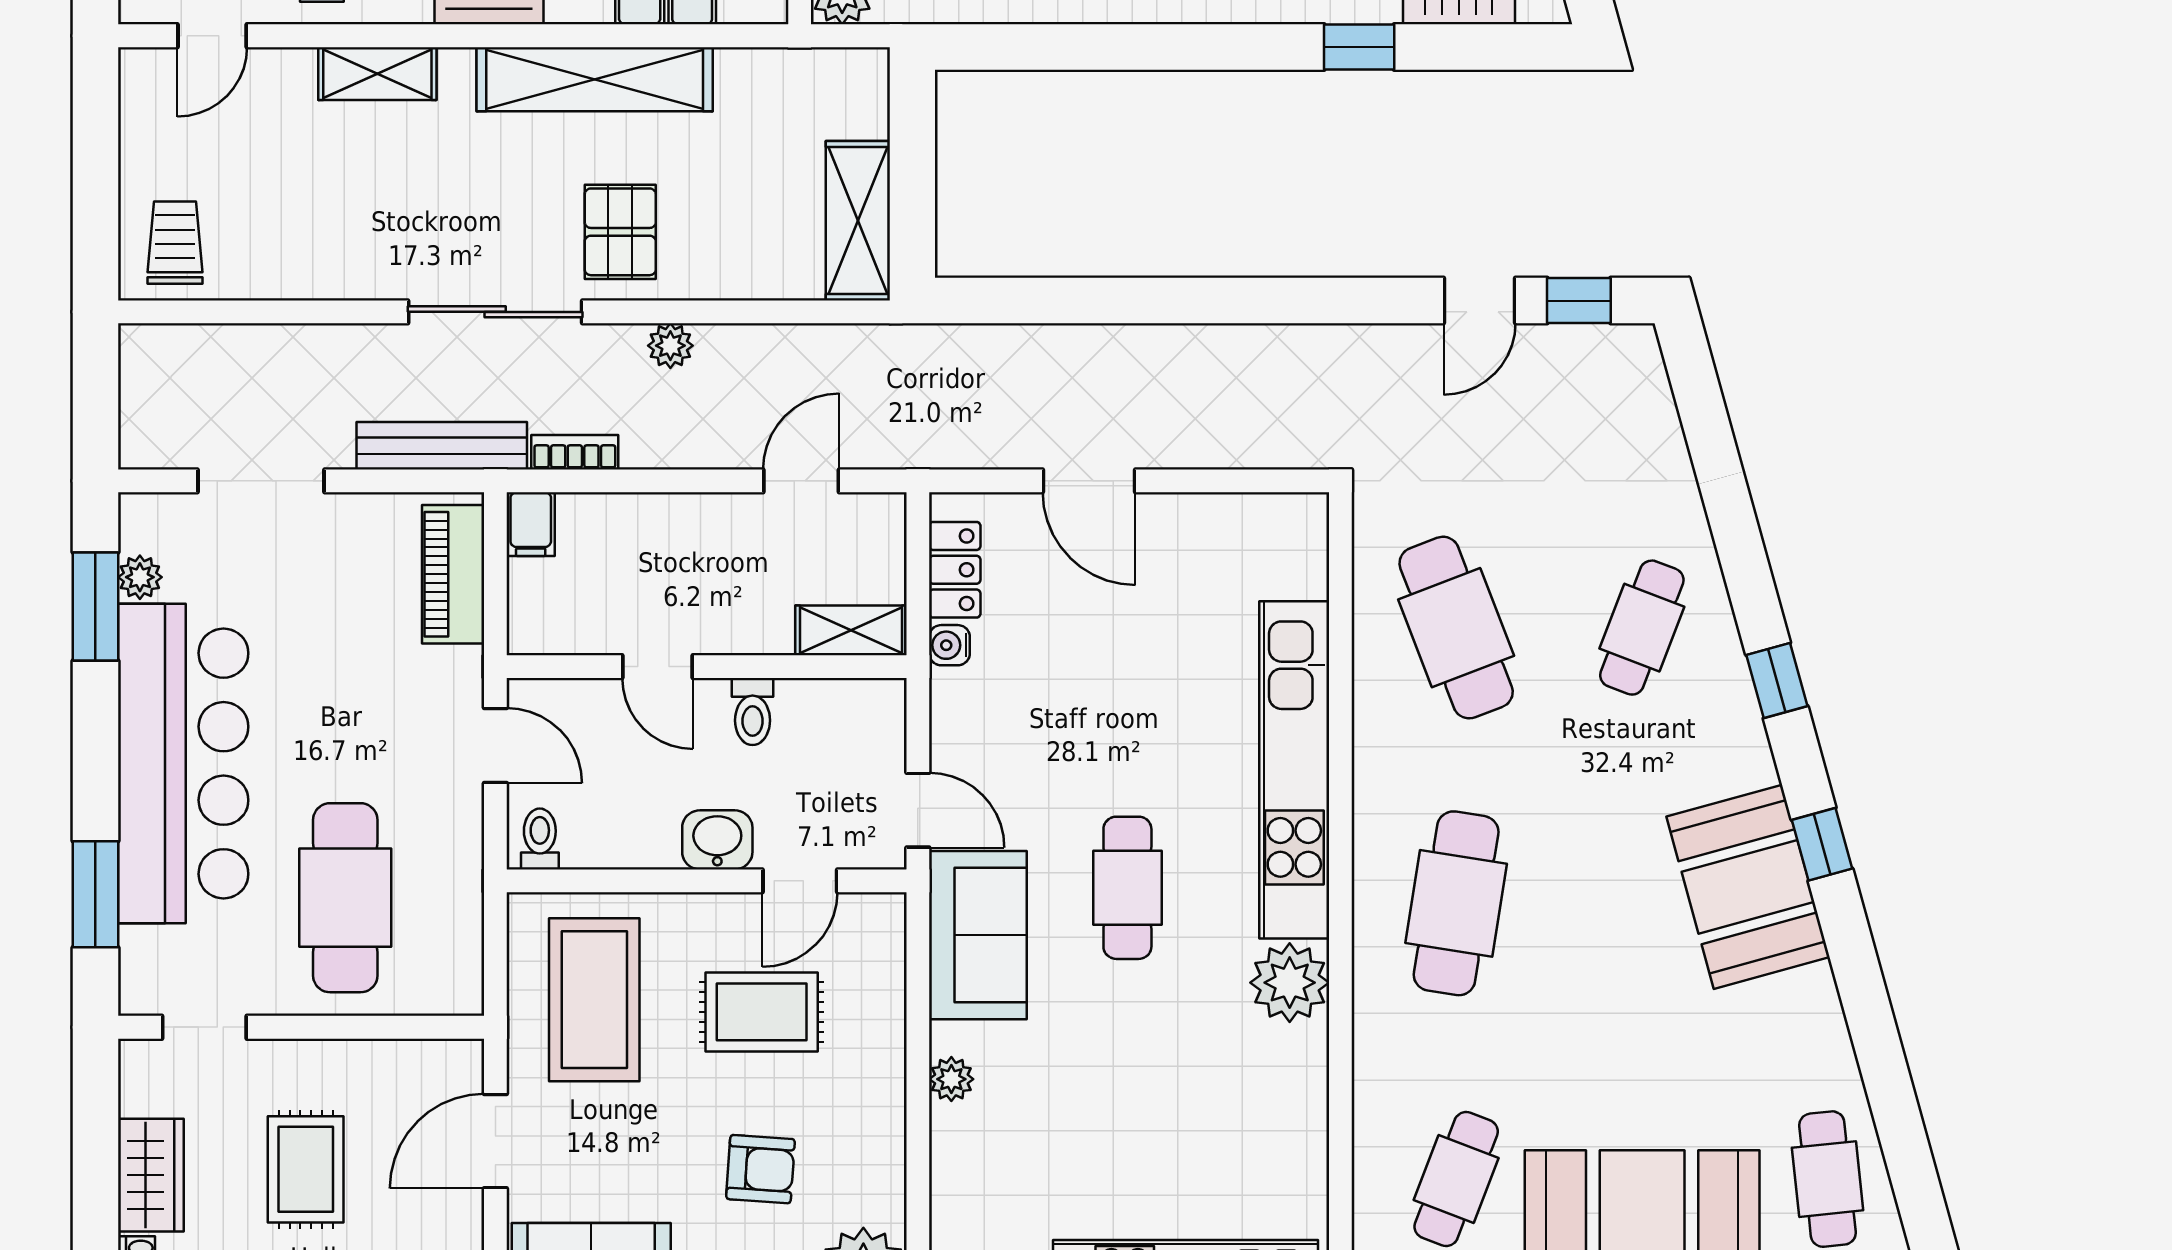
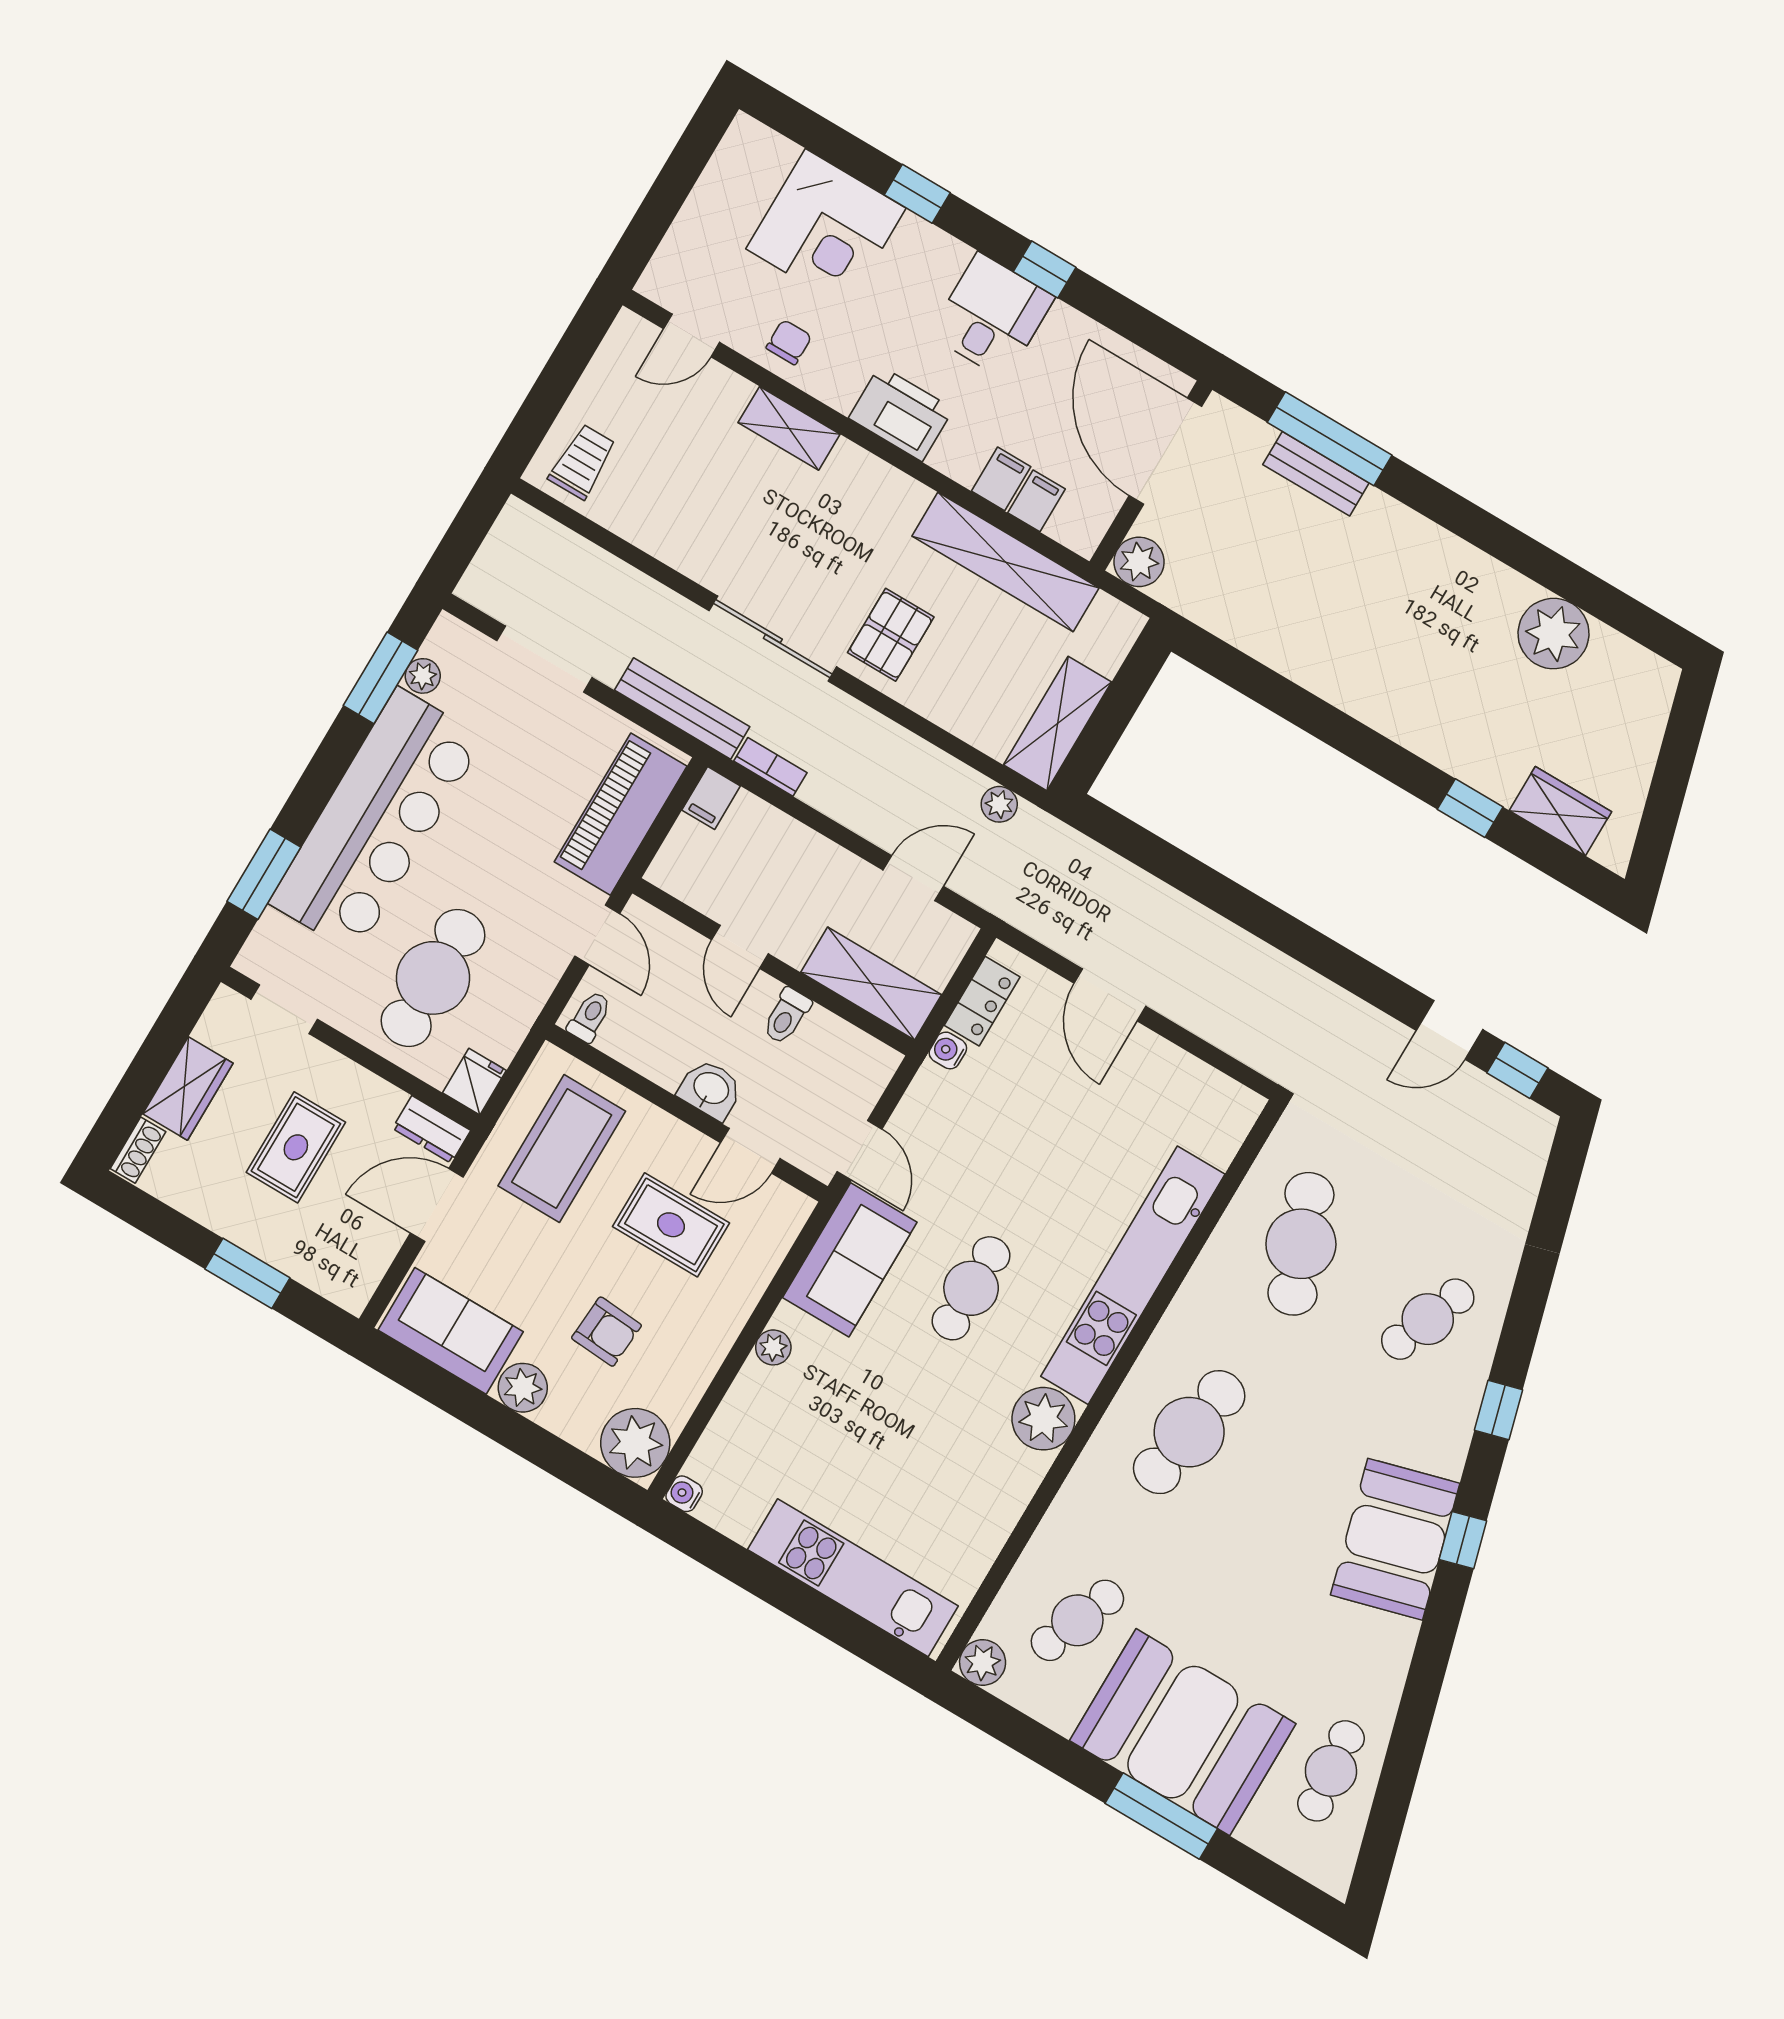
shelving: (595, 79) -> (1005, 562), moved
plant: (670, 346) -> (999, 804), moved
piano: (453, 574) -> (621, 814), width x1.37, depth x1.33
shelving: (851, 630) -> (871, 984), width x1.50, depth x1.33
fridge: (457, 983) -> (474, 1082), added
dresser: (441, 1063) -> (431, 1129), added

